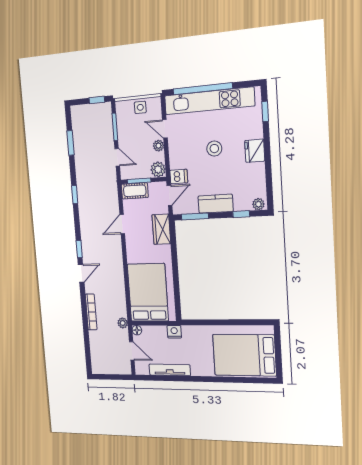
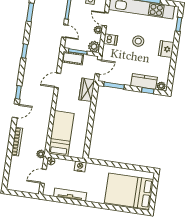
dishwasher: (179, 177) -> (110, 40), moved
kitchen counter: (216, 204) -> (144, 81), moved
bed: (148, 292) -> (61, 133), width x0.67
door: (132, 351) -> (43, 176), swing flipped

